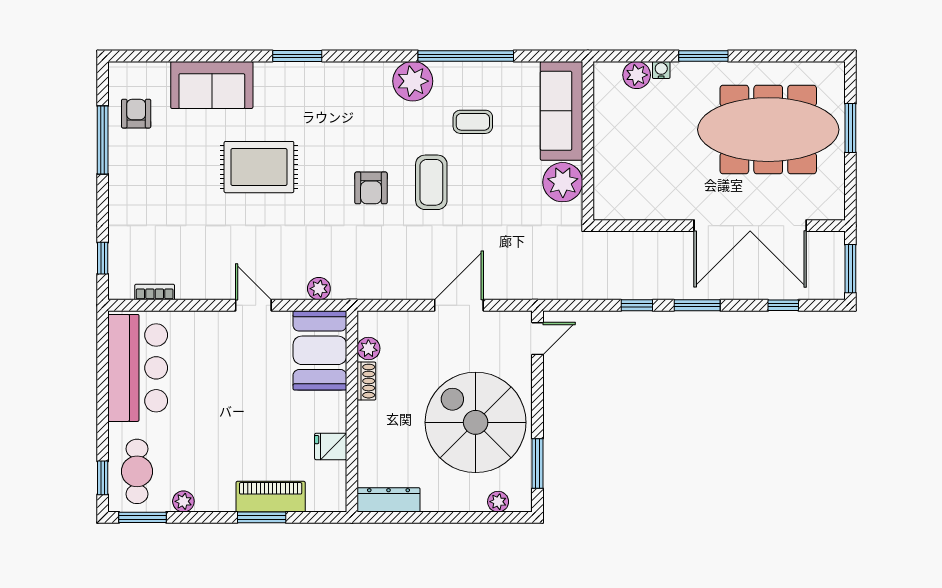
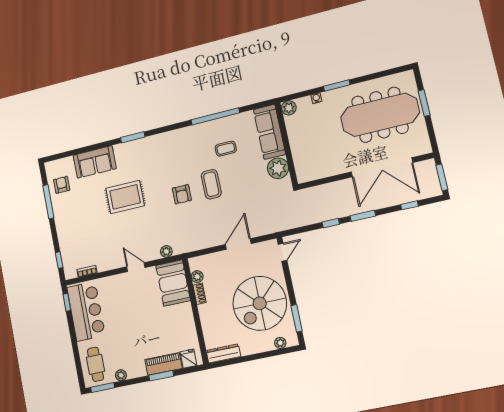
plant: (637, 75) -> (289, 108), moved
plant: (413, 81) -> (192, 136), removed
spiral stairs: (476, 422) -> (260, 303), turned -90
fridge: (331, 446) -> (188, 359), moved, turned 90
window: (103, 478) -> (67, 302), moved

